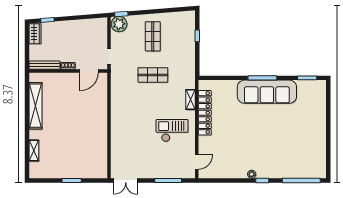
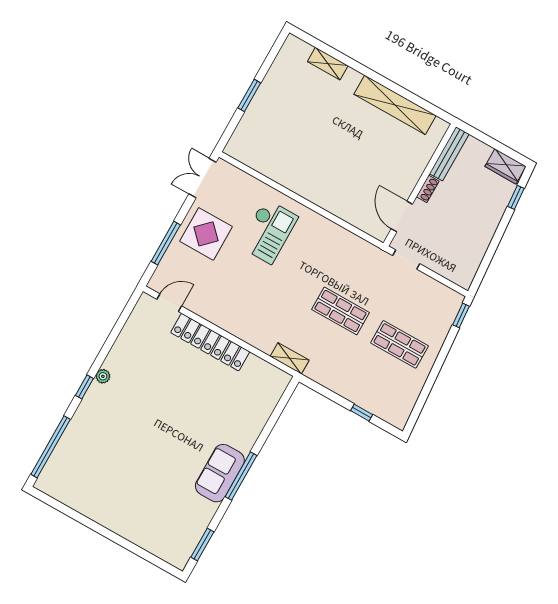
plant: (119, 24) -> (447, 303), removed
shop shelf: (153, 75) -> (340, 311), turned 90
sofa: (267, 92) -> (220, 473), width x0.54, depth x0.79
shelving: (190, 100) -> (290, 358), moved
locker: (205, 113) -> (210, 342), moved
checkout: (172, 131) -> (268, 231), moved
door: (197, 162) -> (169, 303), swing flipped
display table: (152, 163) -> (206, 234), added

